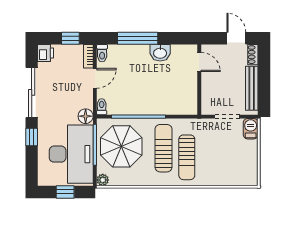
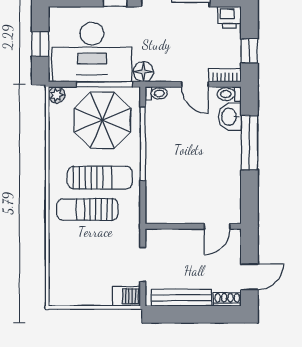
washbasin: (160, 53) -> (230, 117), moved

